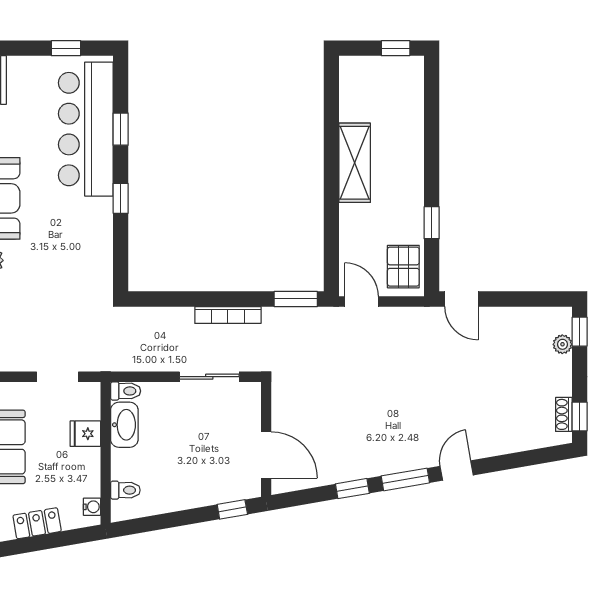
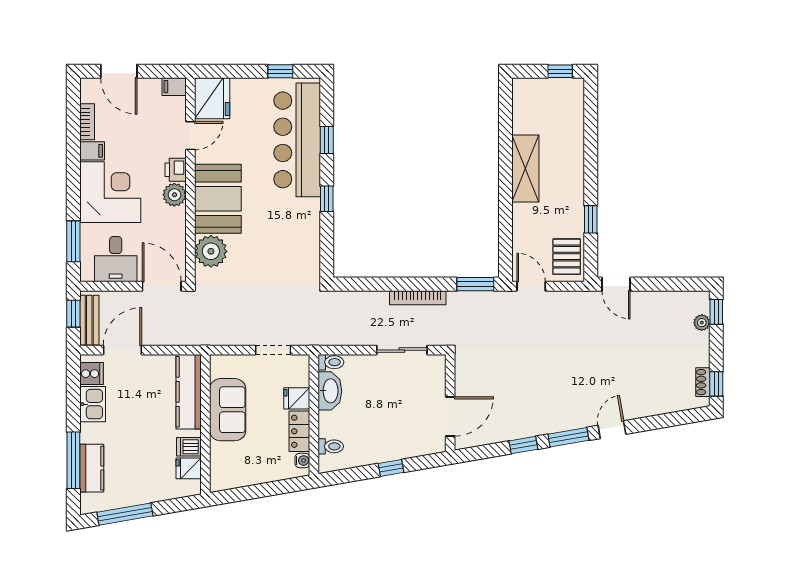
door: (266, 455) -> (450, 416), hinge flipped
window: (232, 509) -> (391, 468), moved
locker: (37, 523) -> (299, 431), moved, turned -80

